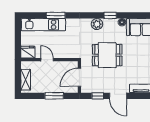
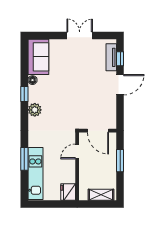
dining table: (107, 55) -> (72, 98), removed
door: (47, 60) -> (77, 151), moved
window: (98, 96) -> (120, 59), moved

